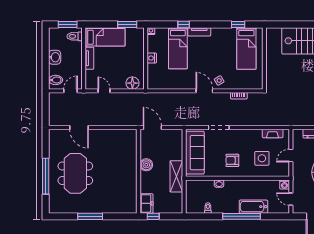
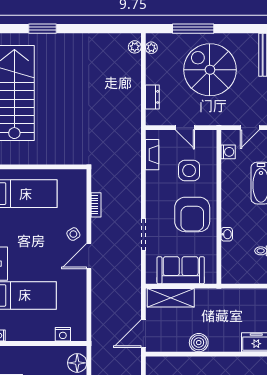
nightstand: (152, 58) -> (63, 334), moved
sofa: (195, 153) -> (181, 270), width x0.73
armchair: (232, 160) -> (192, 214), width x1.88, depth x1.88
shelving: (176, 176) -> (171, 298), moved
washing machine: (285, 184) -> (228, 152), moved

